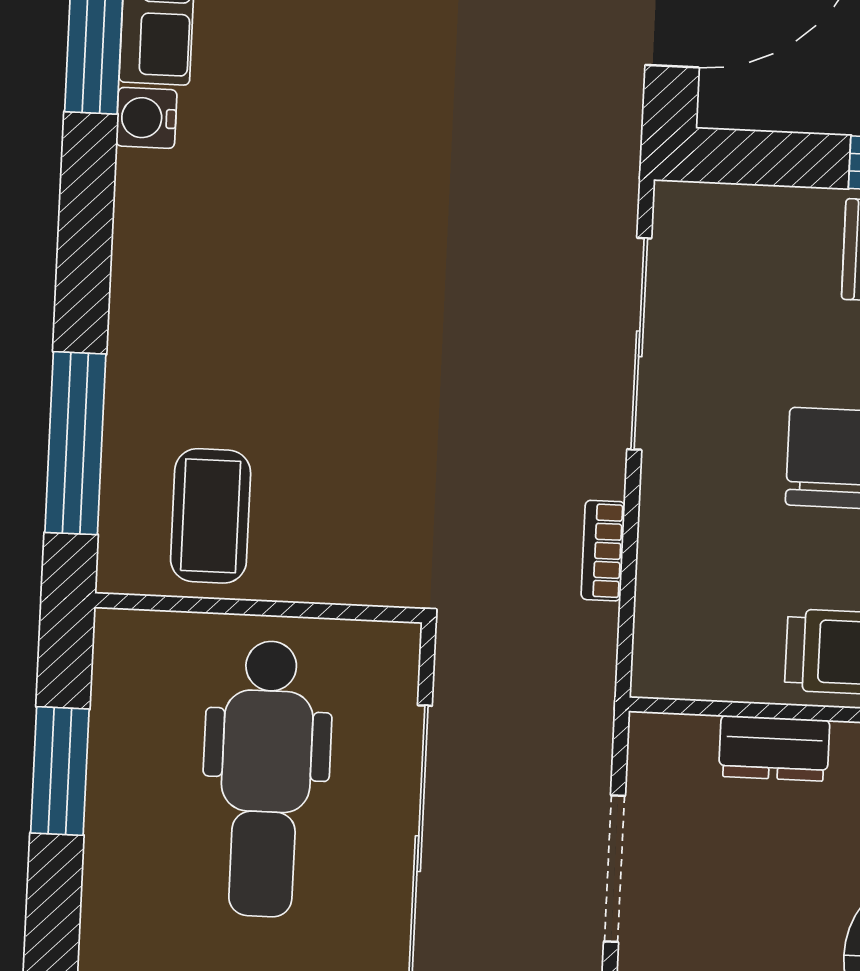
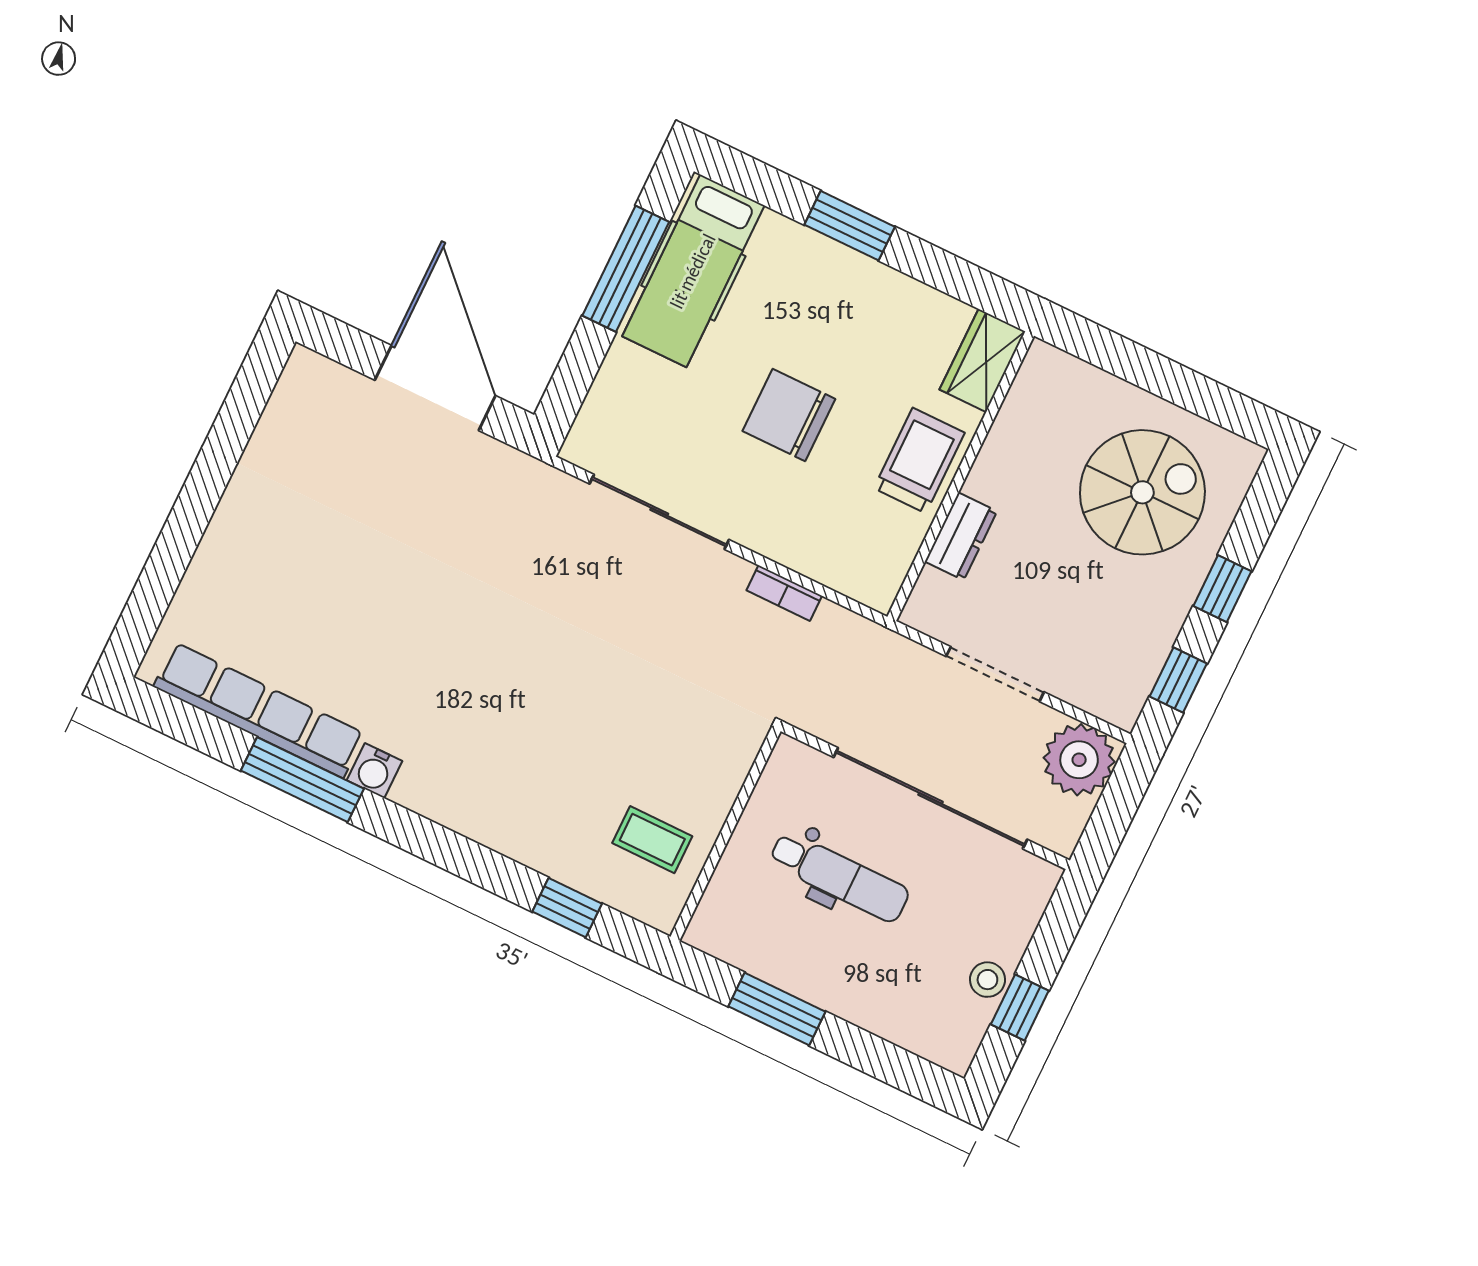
window: (75, 443) -> (567, 908), width x0.46
coffee table: (211, 516) -> (652, 840), width x0.73, depth x0.77
dental chair: (266, 779) -> (839, 877), width x0.73, depth x0.72

